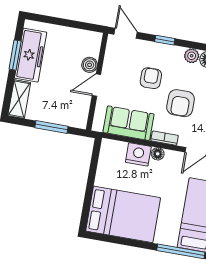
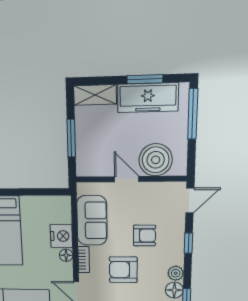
window: (52, 20) -> (193, 114), added
boiler: (90, 65) -> (156, 160), width x1.86, depth x1.86

